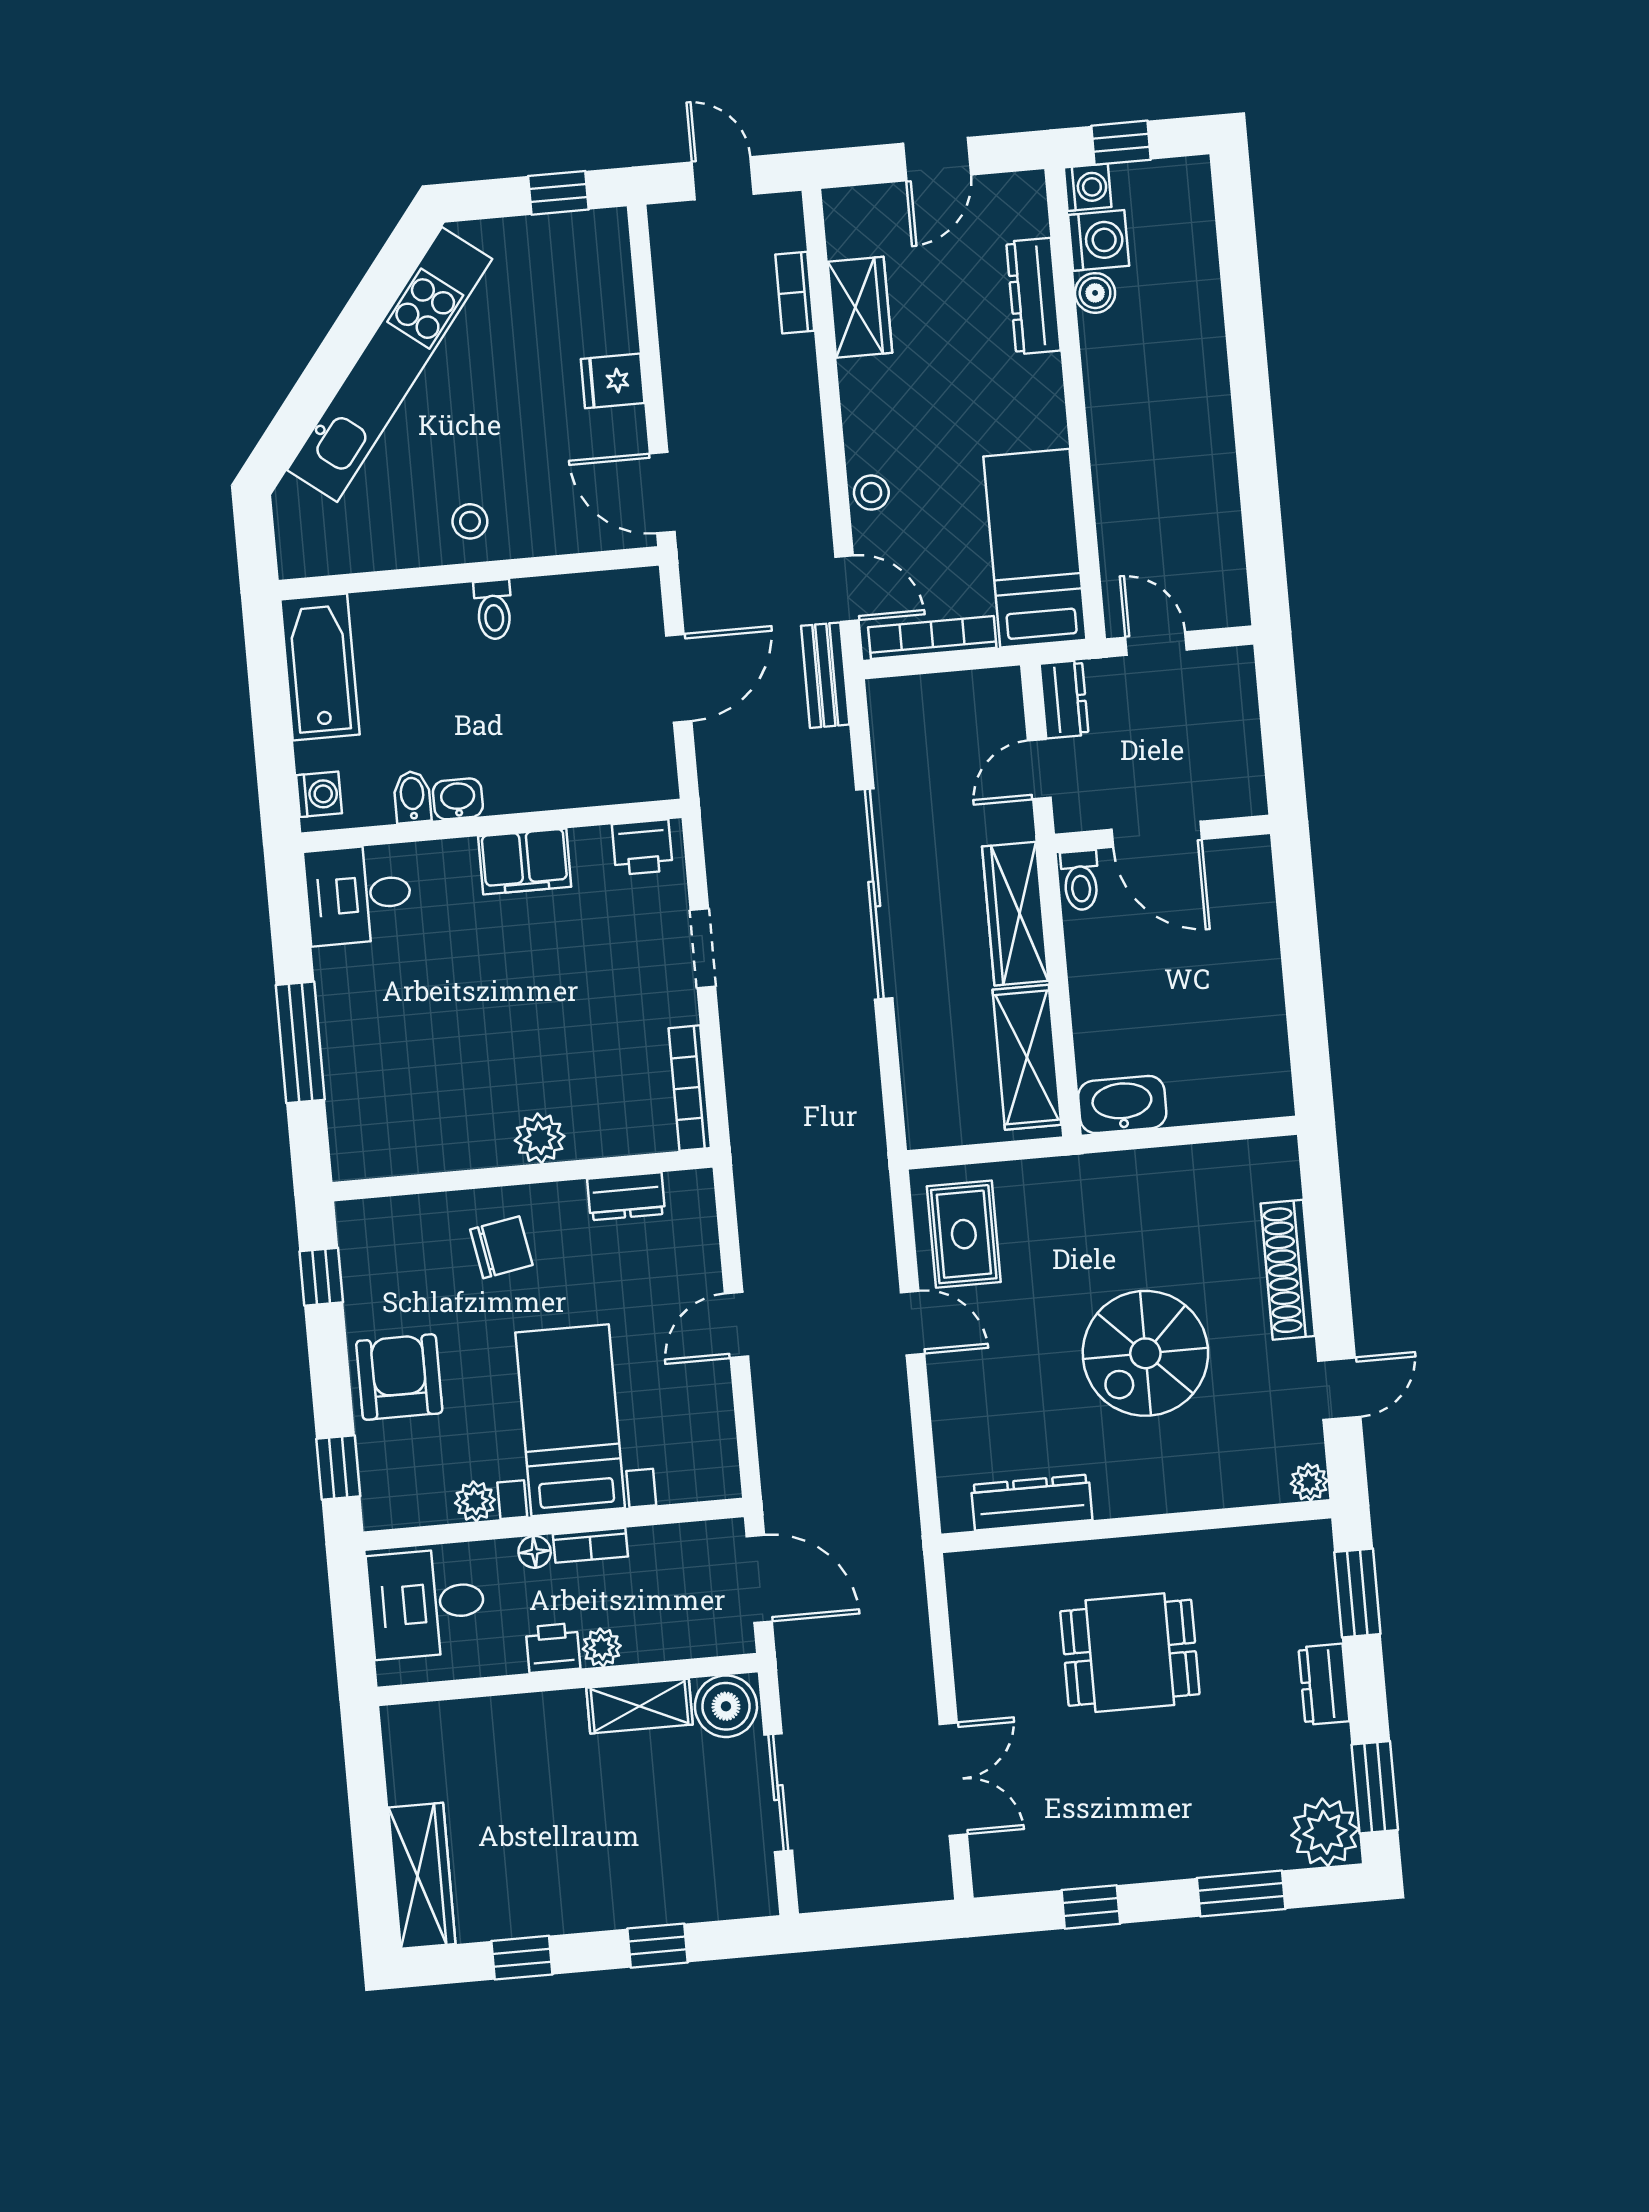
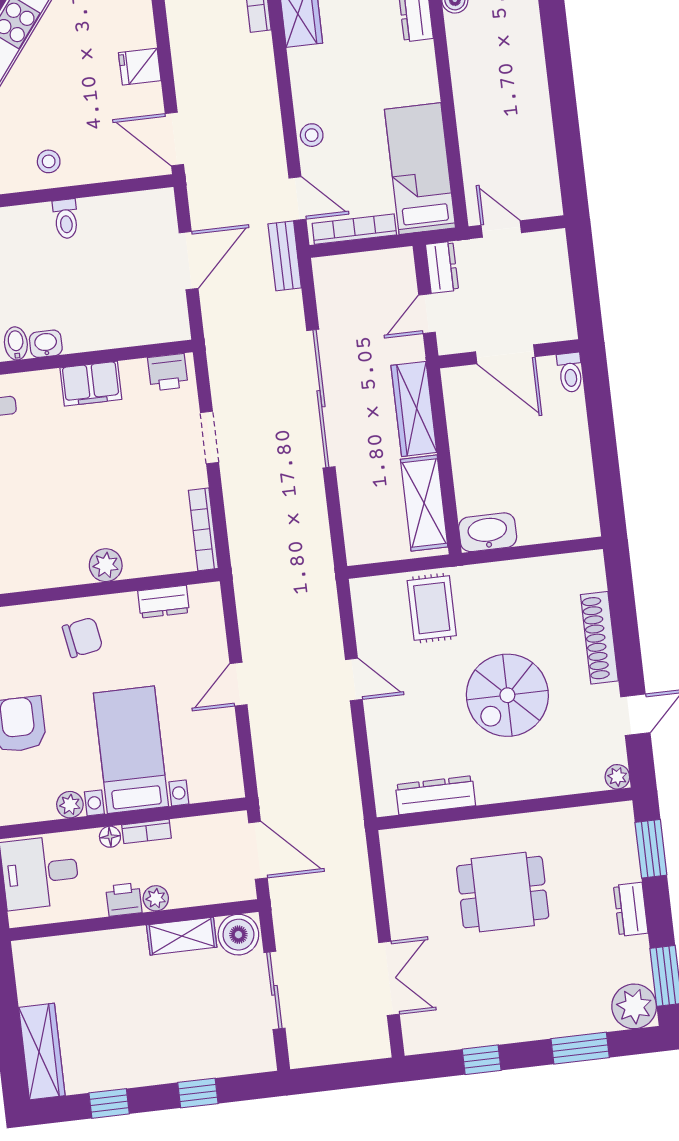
toilet: (1080, 880) -> (570, 372), moved
rug: (964, 1234) -> (432, 608), moved

